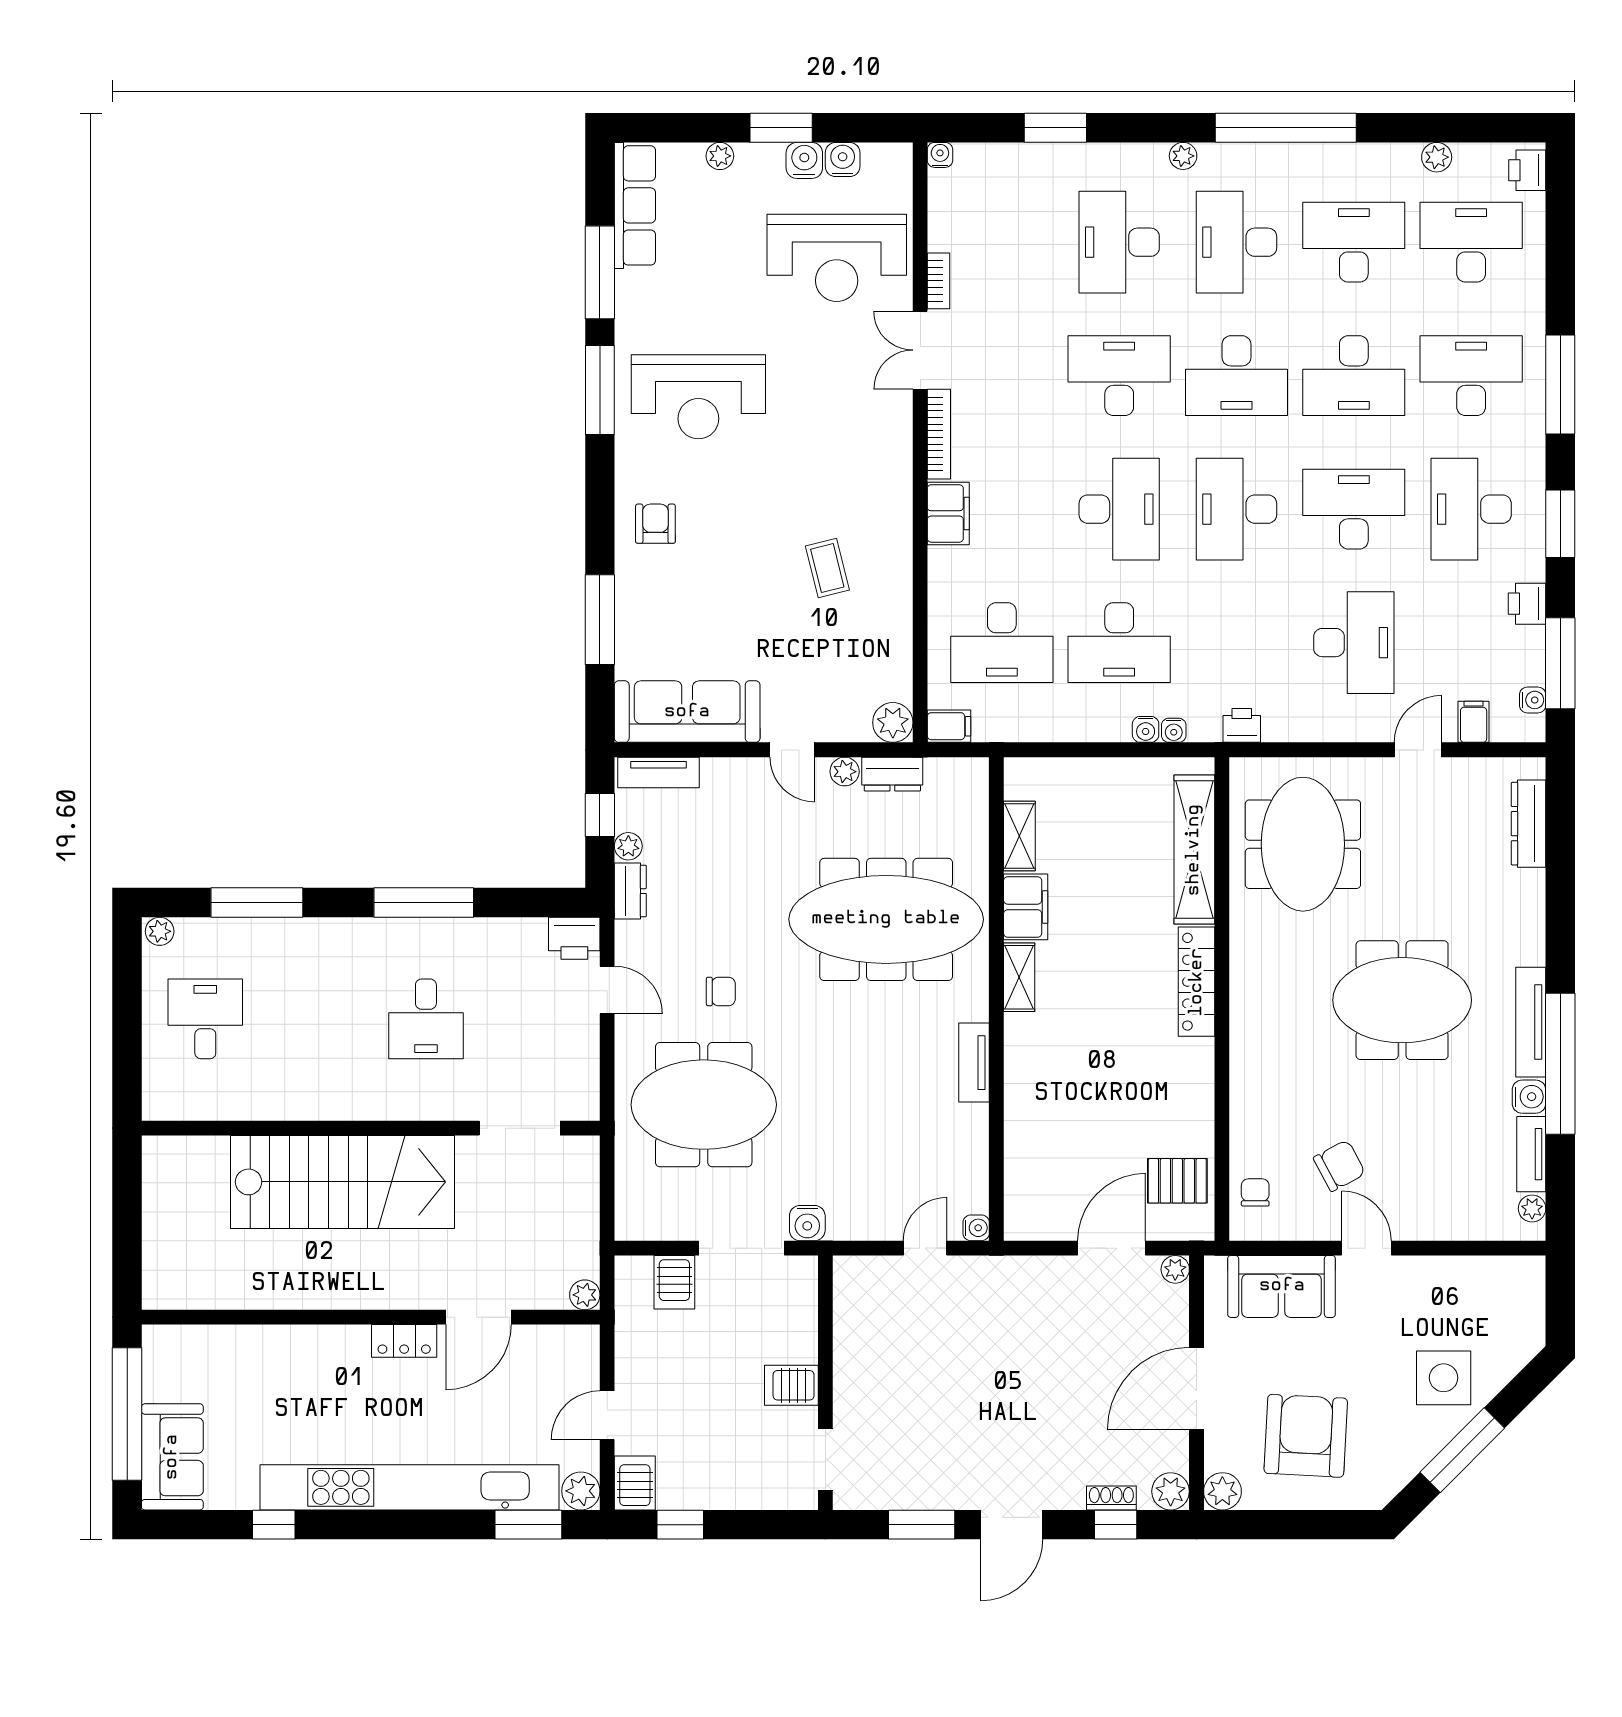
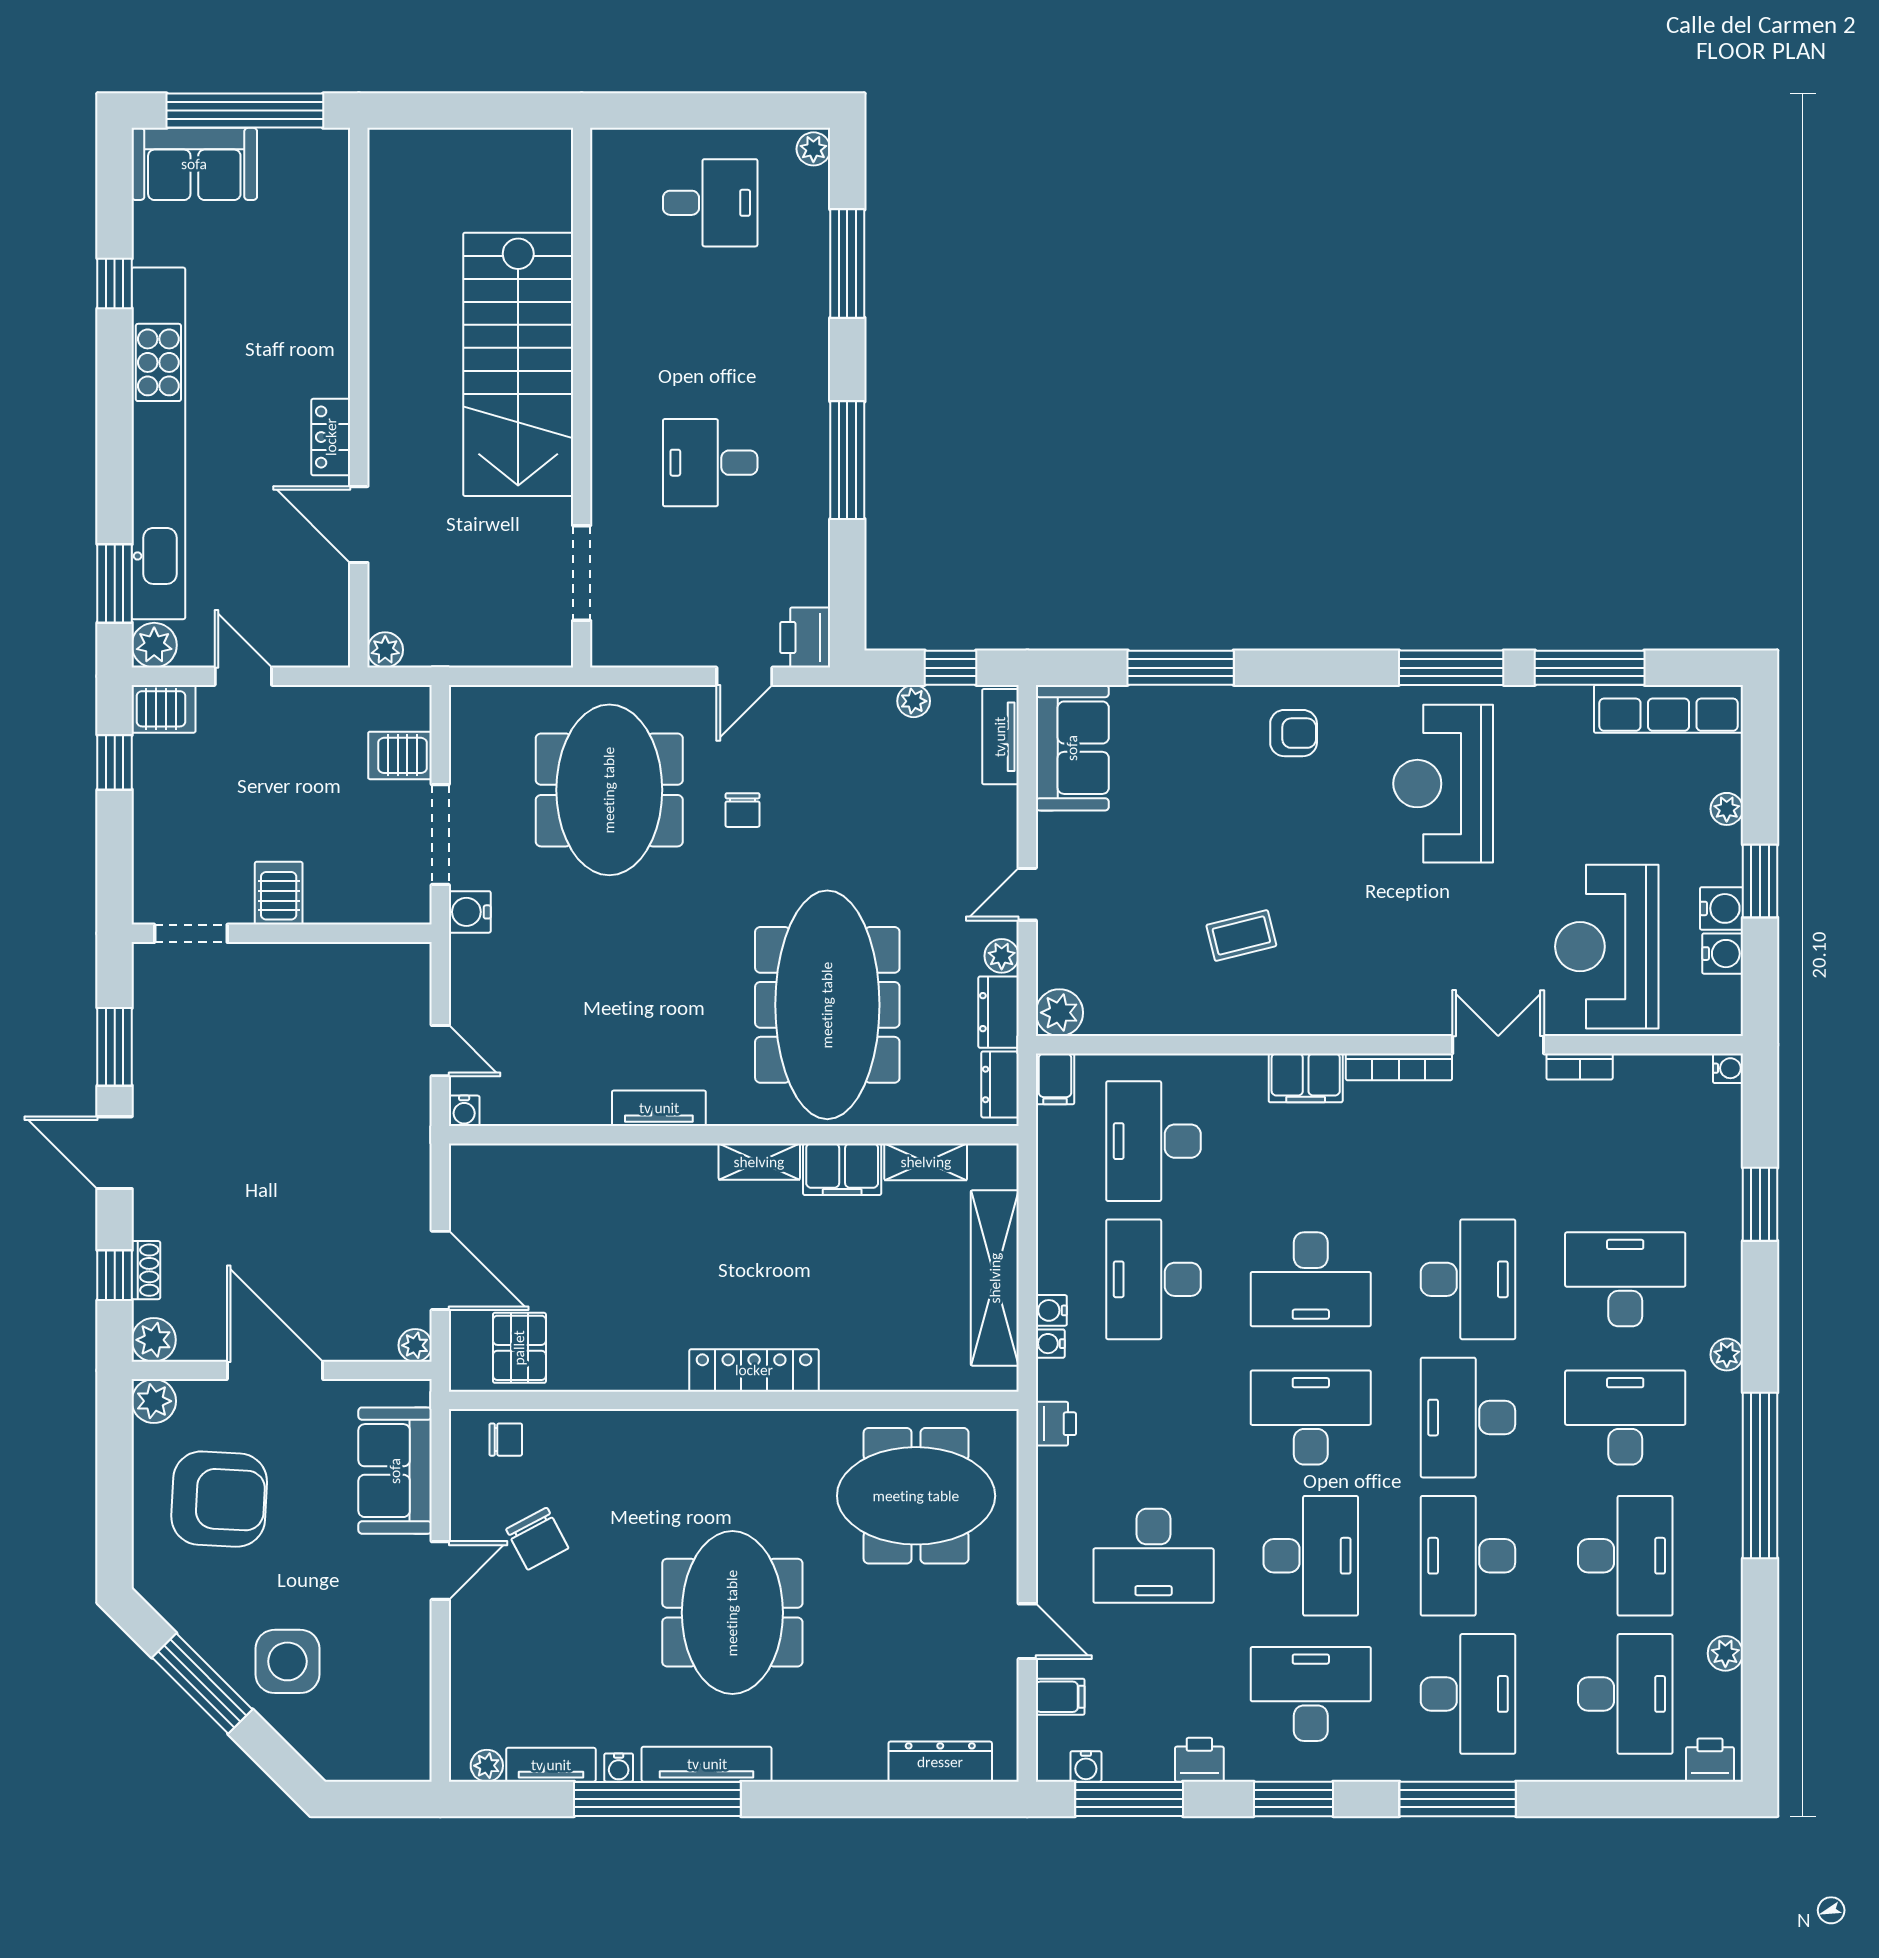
sofa: (687, 712) -> (1072, 748), width x0.73
shelving: (1194, 850) -> (995, 1278), moved, turned 90
dresser: (630, 891) -> (1000, 1084), moved, turned 90
water cooler: (1529, 1097) -> (619, 1768), width x0.72, depth x0.72

